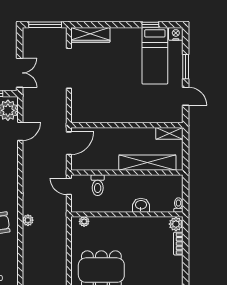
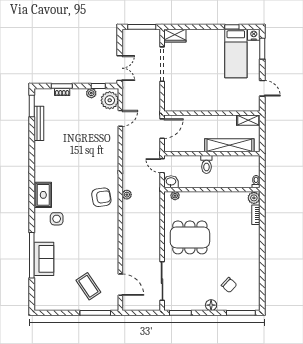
wardrobe: (90, 35) -> (175, 36), width x0.67
window: (186, 67) -> (262, 49), moved
toilet: (98, 185) -> (206, 164), moved
washbasin: (141, 205) -> (171, 182), moved

